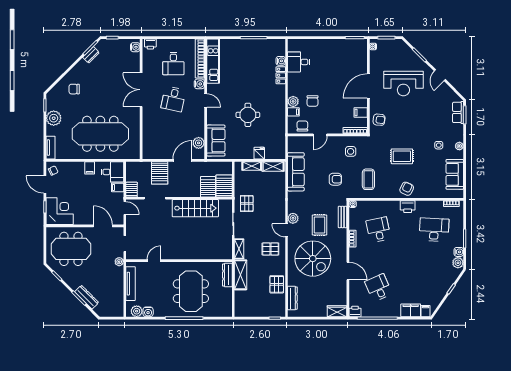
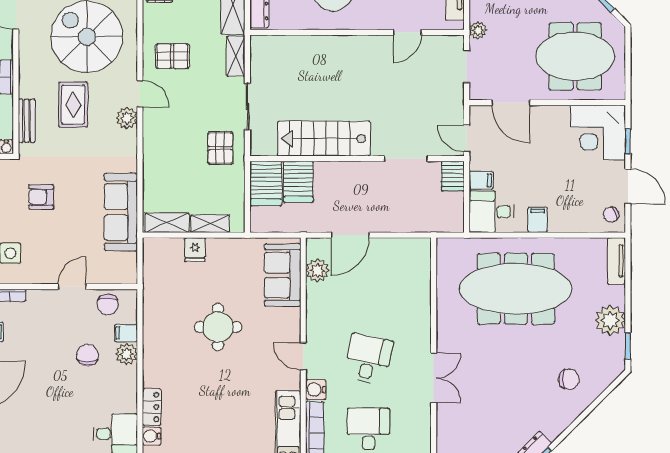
double door: (141, 90) -> (434, 378), width x0.73
server rack: (160, 173) -> (396, 210), removed

